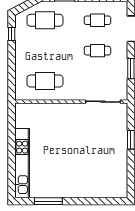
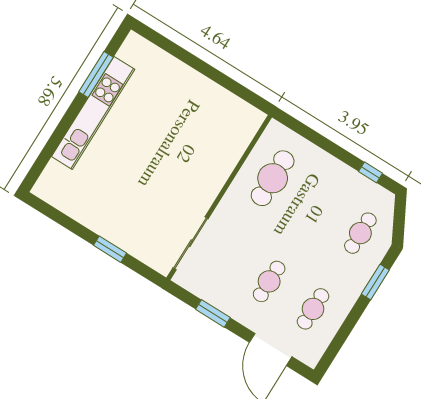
cafe table: (45, 20) -> (360, 233), width x0.73, depth x0.74
kitchen unit: (22, 163) -> (93, 113), moved, turned -90

